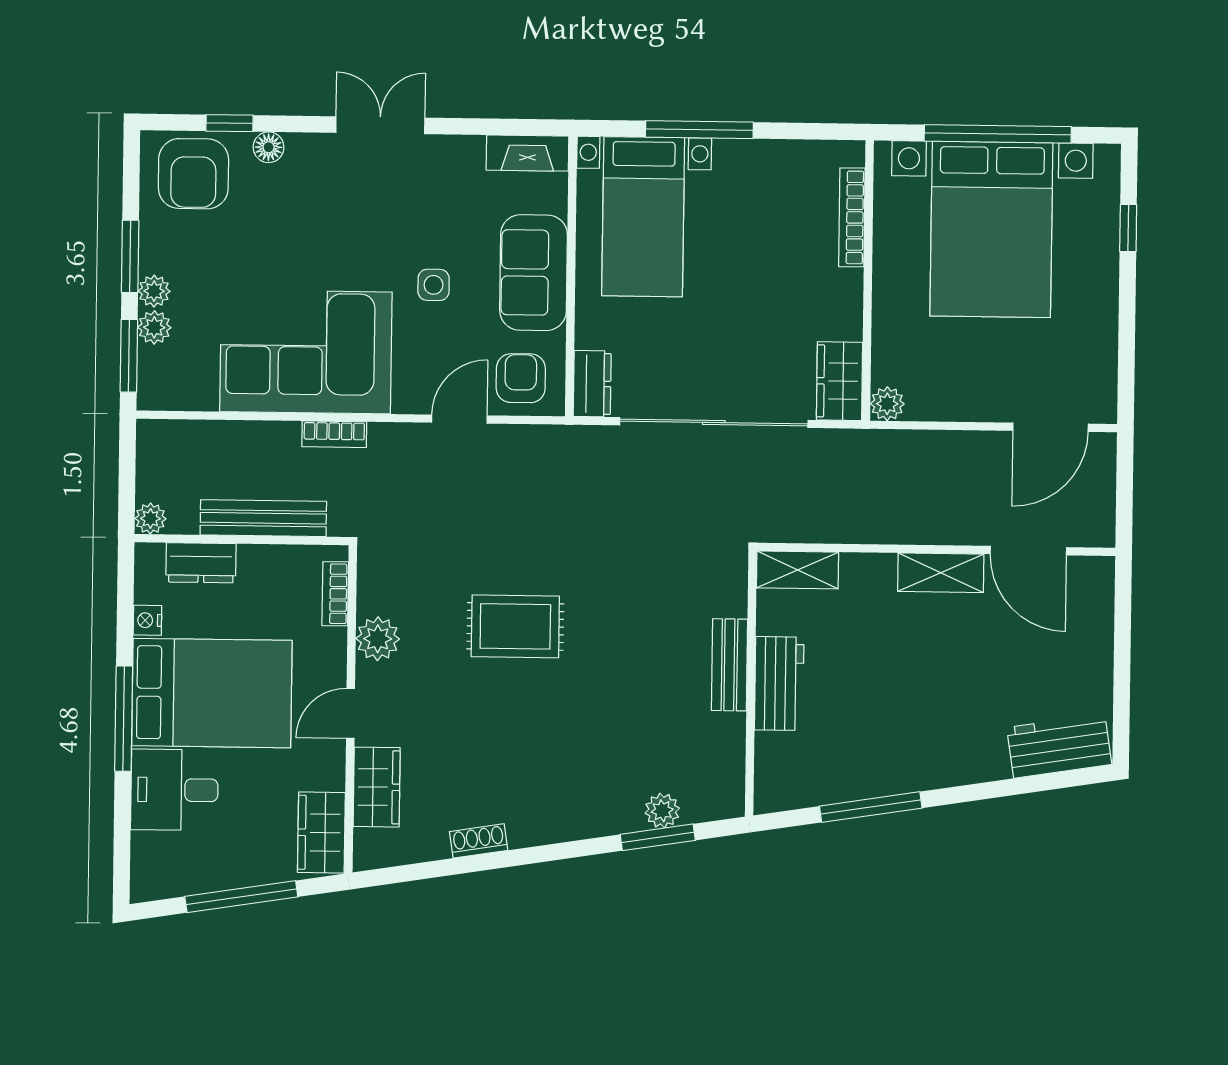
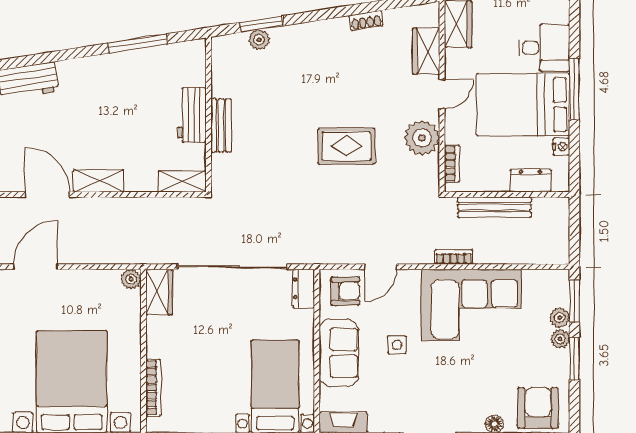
armchair: (521, 378) -> (345, 291), turned -90
plant: (150, 519) -> (560, 206), removed
plant: (378, 639) -> (422, 138), width x1.36, depth x1.36

